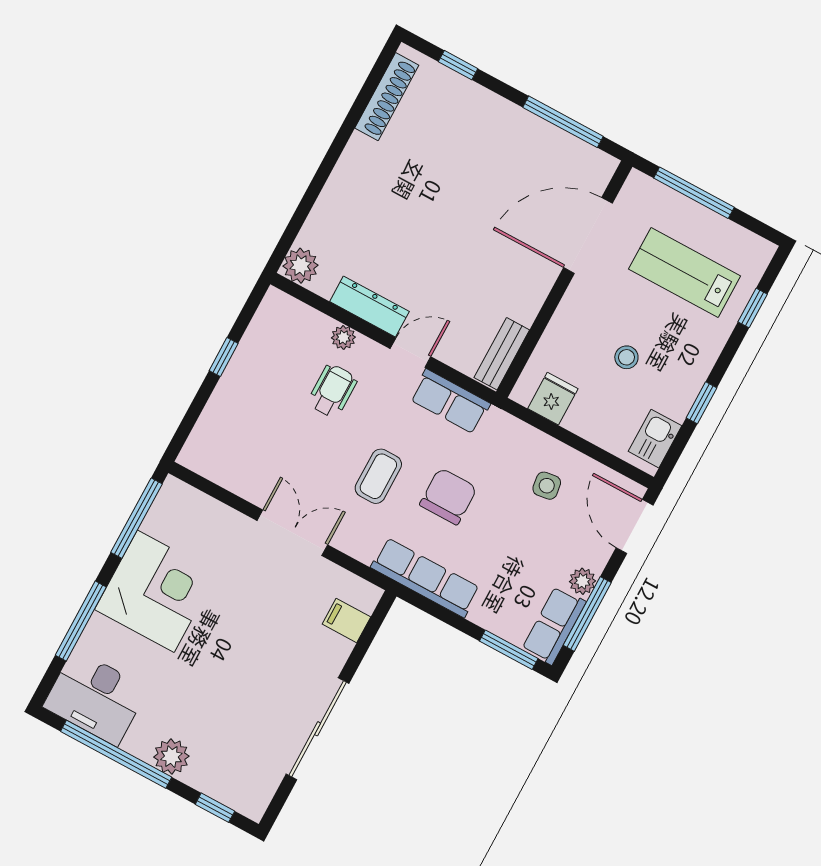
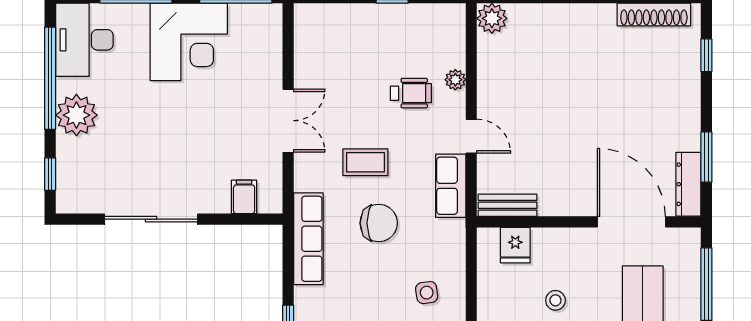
window: (563, 122) -> (706, 157), width x0.69
dresser: (369, 306) -> (688, 184), moved, turned 180
fridge: (553, 399) -> (515, 245), moved, turned 90
plant: (171, 757) -> (76, 115), width x1.36, depth x1.36

